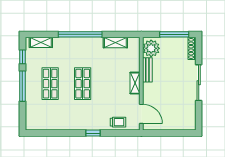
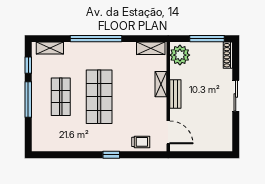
shelving: (115, 43) -> (151, 48), moved
bench: (147, 70) -> (175, 94), moved
shelving: (135, 83) -> (161, 84), moved
sliding door: (199, 83) -> (236, 96), width x0.73
shop shelf: (83, 84) -> (99, 97), width x1.43, depth x1.36

